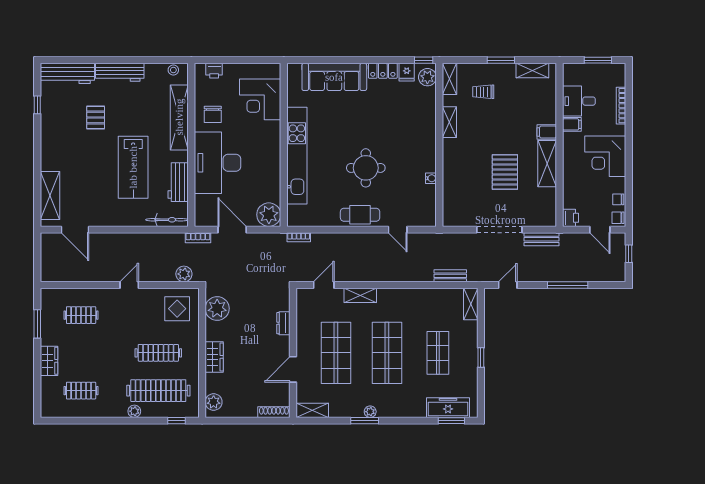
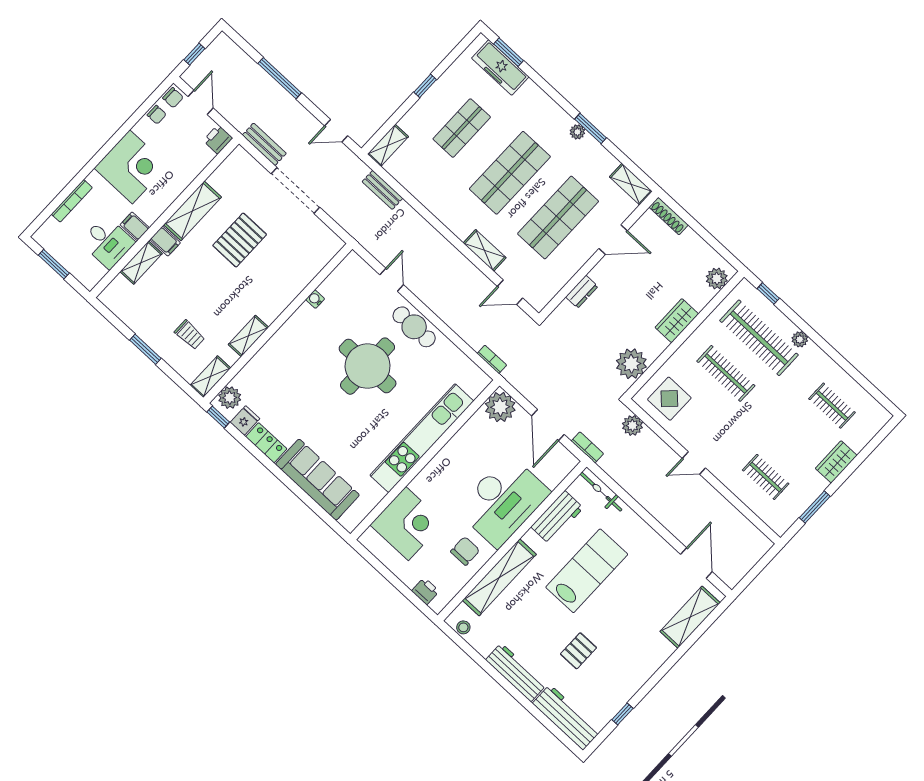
shelving: (532, 71) -> (141, 263), moved, turned 90
round table: (366, 168) -> (368, 366), width x1.36, depth x1.36

